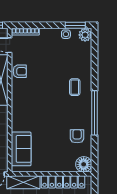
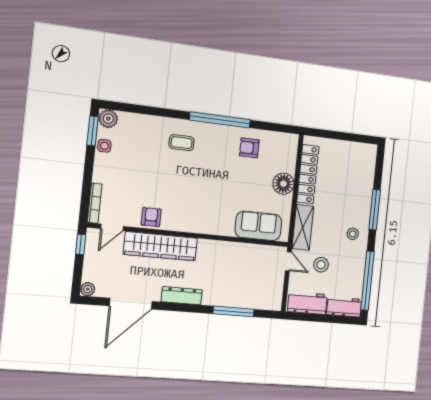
floor lamp: (84, 164) -> (283, 184), moved

